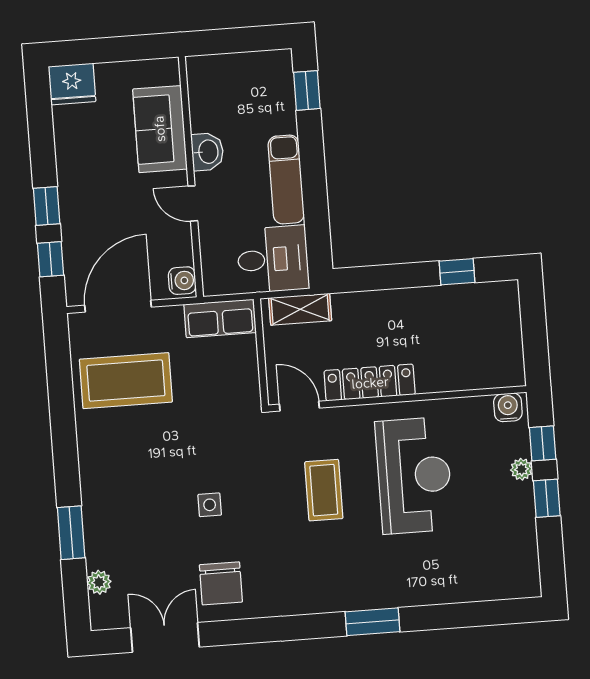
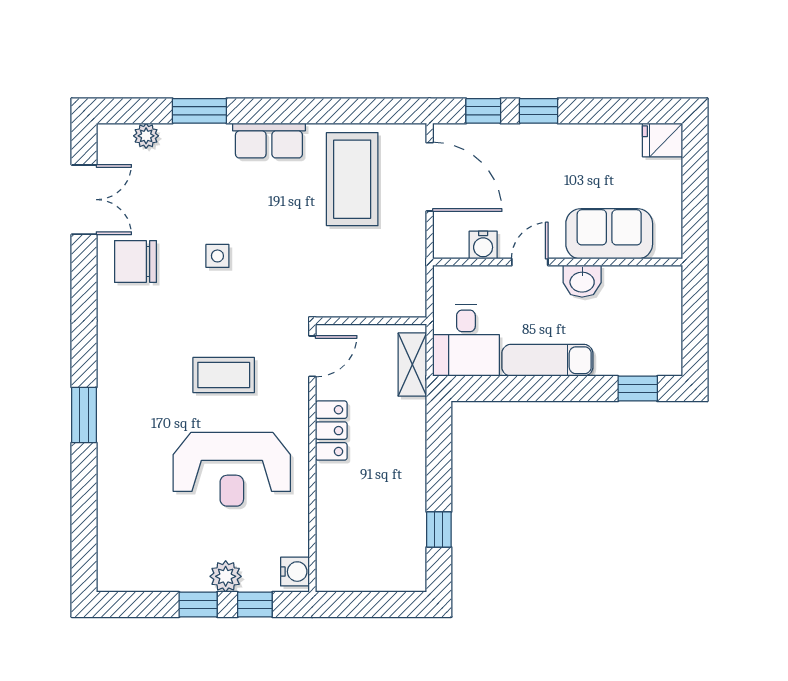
fridge: (72, 84) -> (663, 140), width x0.72
water cooler: (182, 281) -> (483, 245), moved
row of seats: (220, 318) -> (269, 141), moved, turned -90
locker: (370, 383) -> (331, 431), width x0.66
plant: (521, 469) -> (226, 576), width x1.38, depth x1.38

